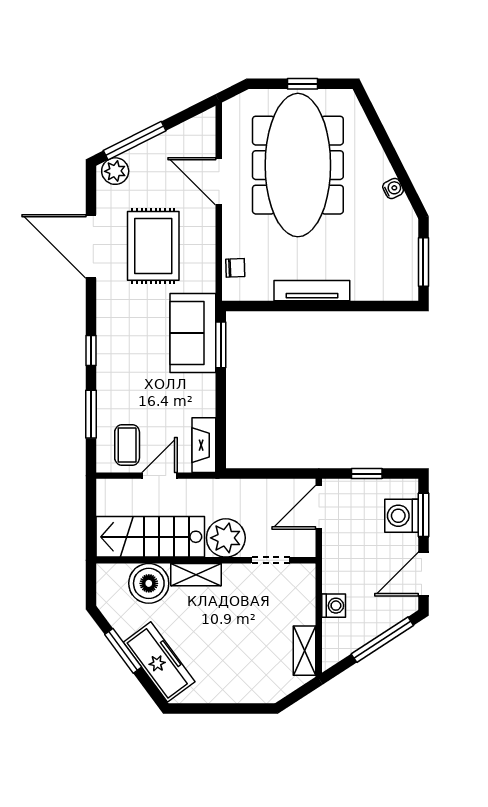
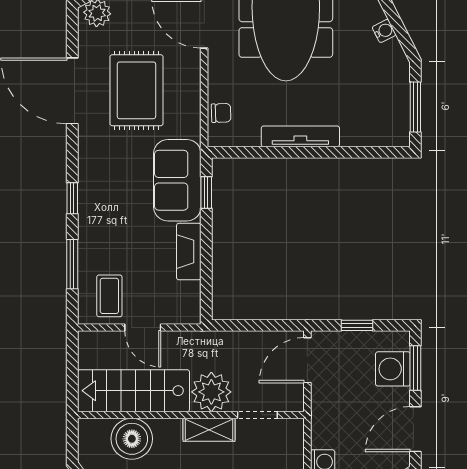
window: (221, 345) -> (206, 193), width x0.67
fireplace: (204, 445) -> (189, 252), moved
door: (159, 476) -> (143, 328), swing flipped
shelving: (196, 575) -> (209, 430), moved

